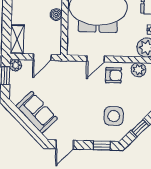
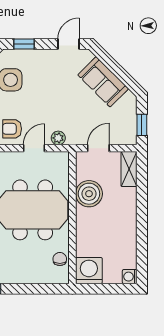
boiler: (56, 15) -> (89, 194), width x1.86, depth x1.86
plant: (16, 65) -> (58, 138), moved

